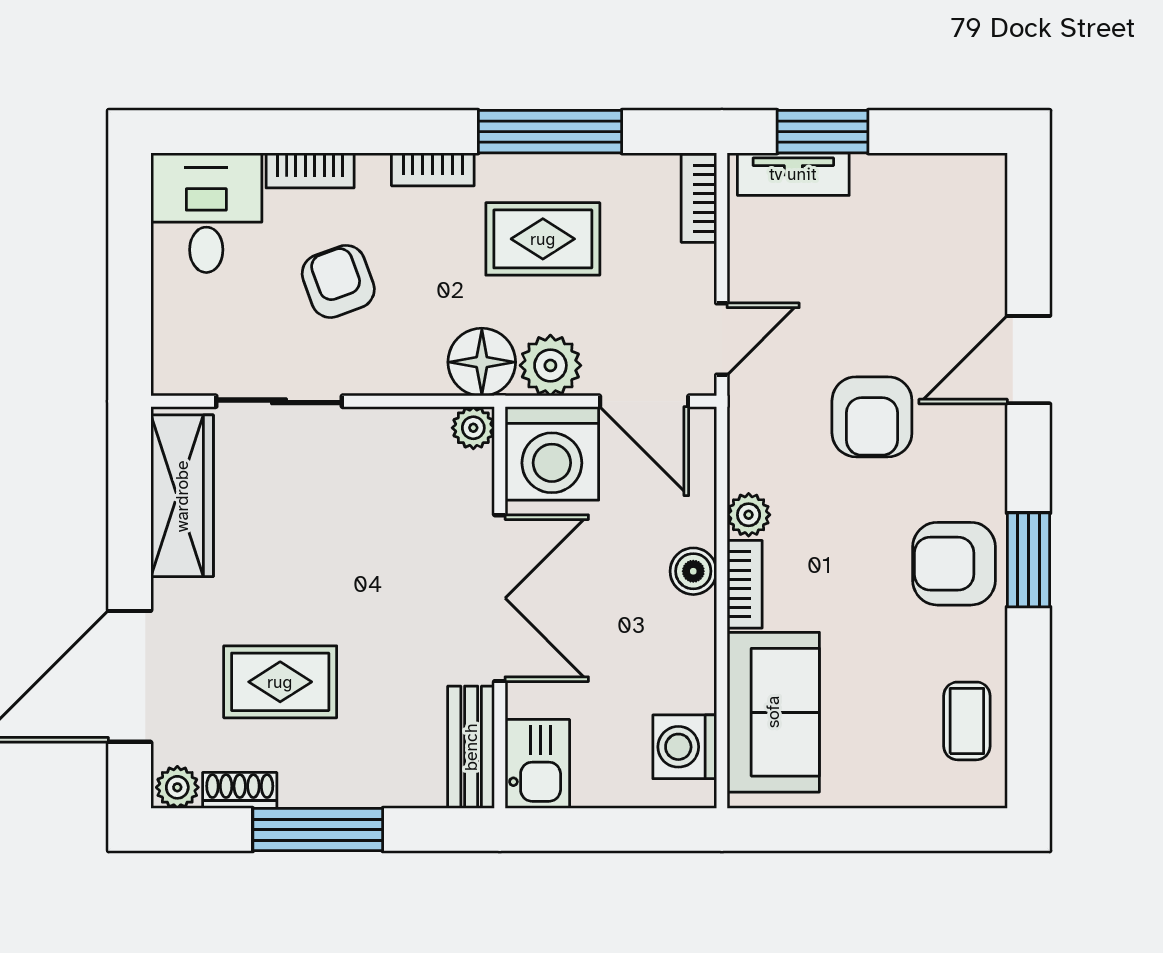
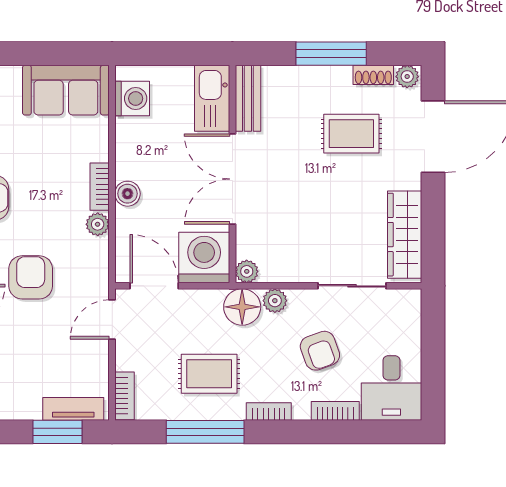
plant: (550, 365) -> (275, 301), moved, width x0.73, depth x0.73
sofa: (773, 712) -> (66, 90), moved, turned -90
kitchen sink: (537, 764) -> (212, 98), width x1.38

